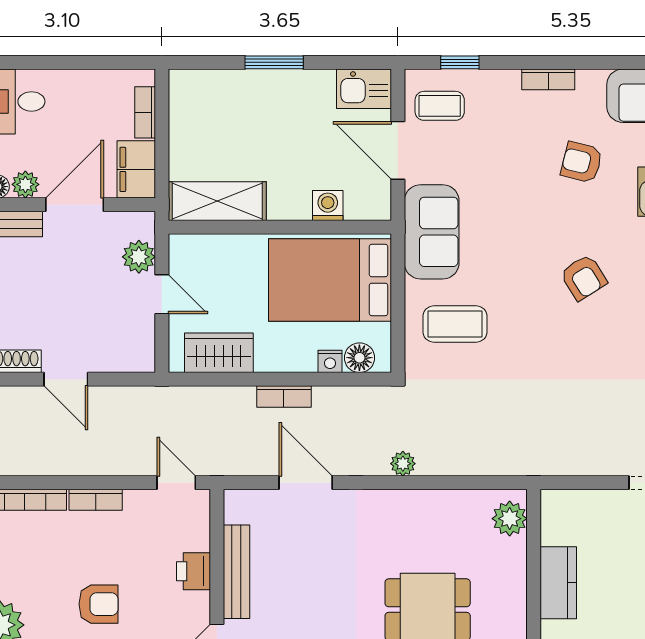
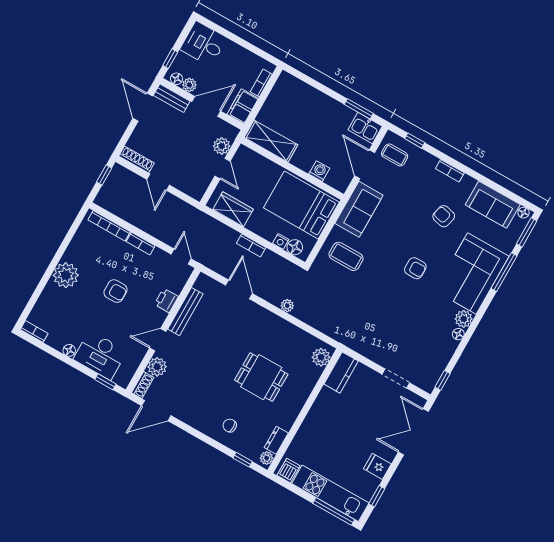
window: (274, 62) -> (359, 109), moved
armchair: (584, 277) -> (415, 268), turned -58
kitchen counter: (558, 583) -> (341, 373), moved

